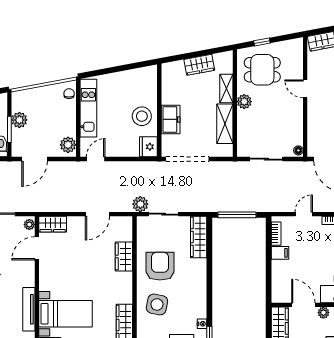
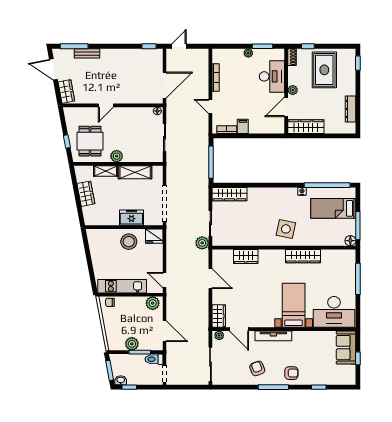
armchair: (160, 266) -> (254, 226), removed
tv unit: (29, 309) -> (273, 336), moved

